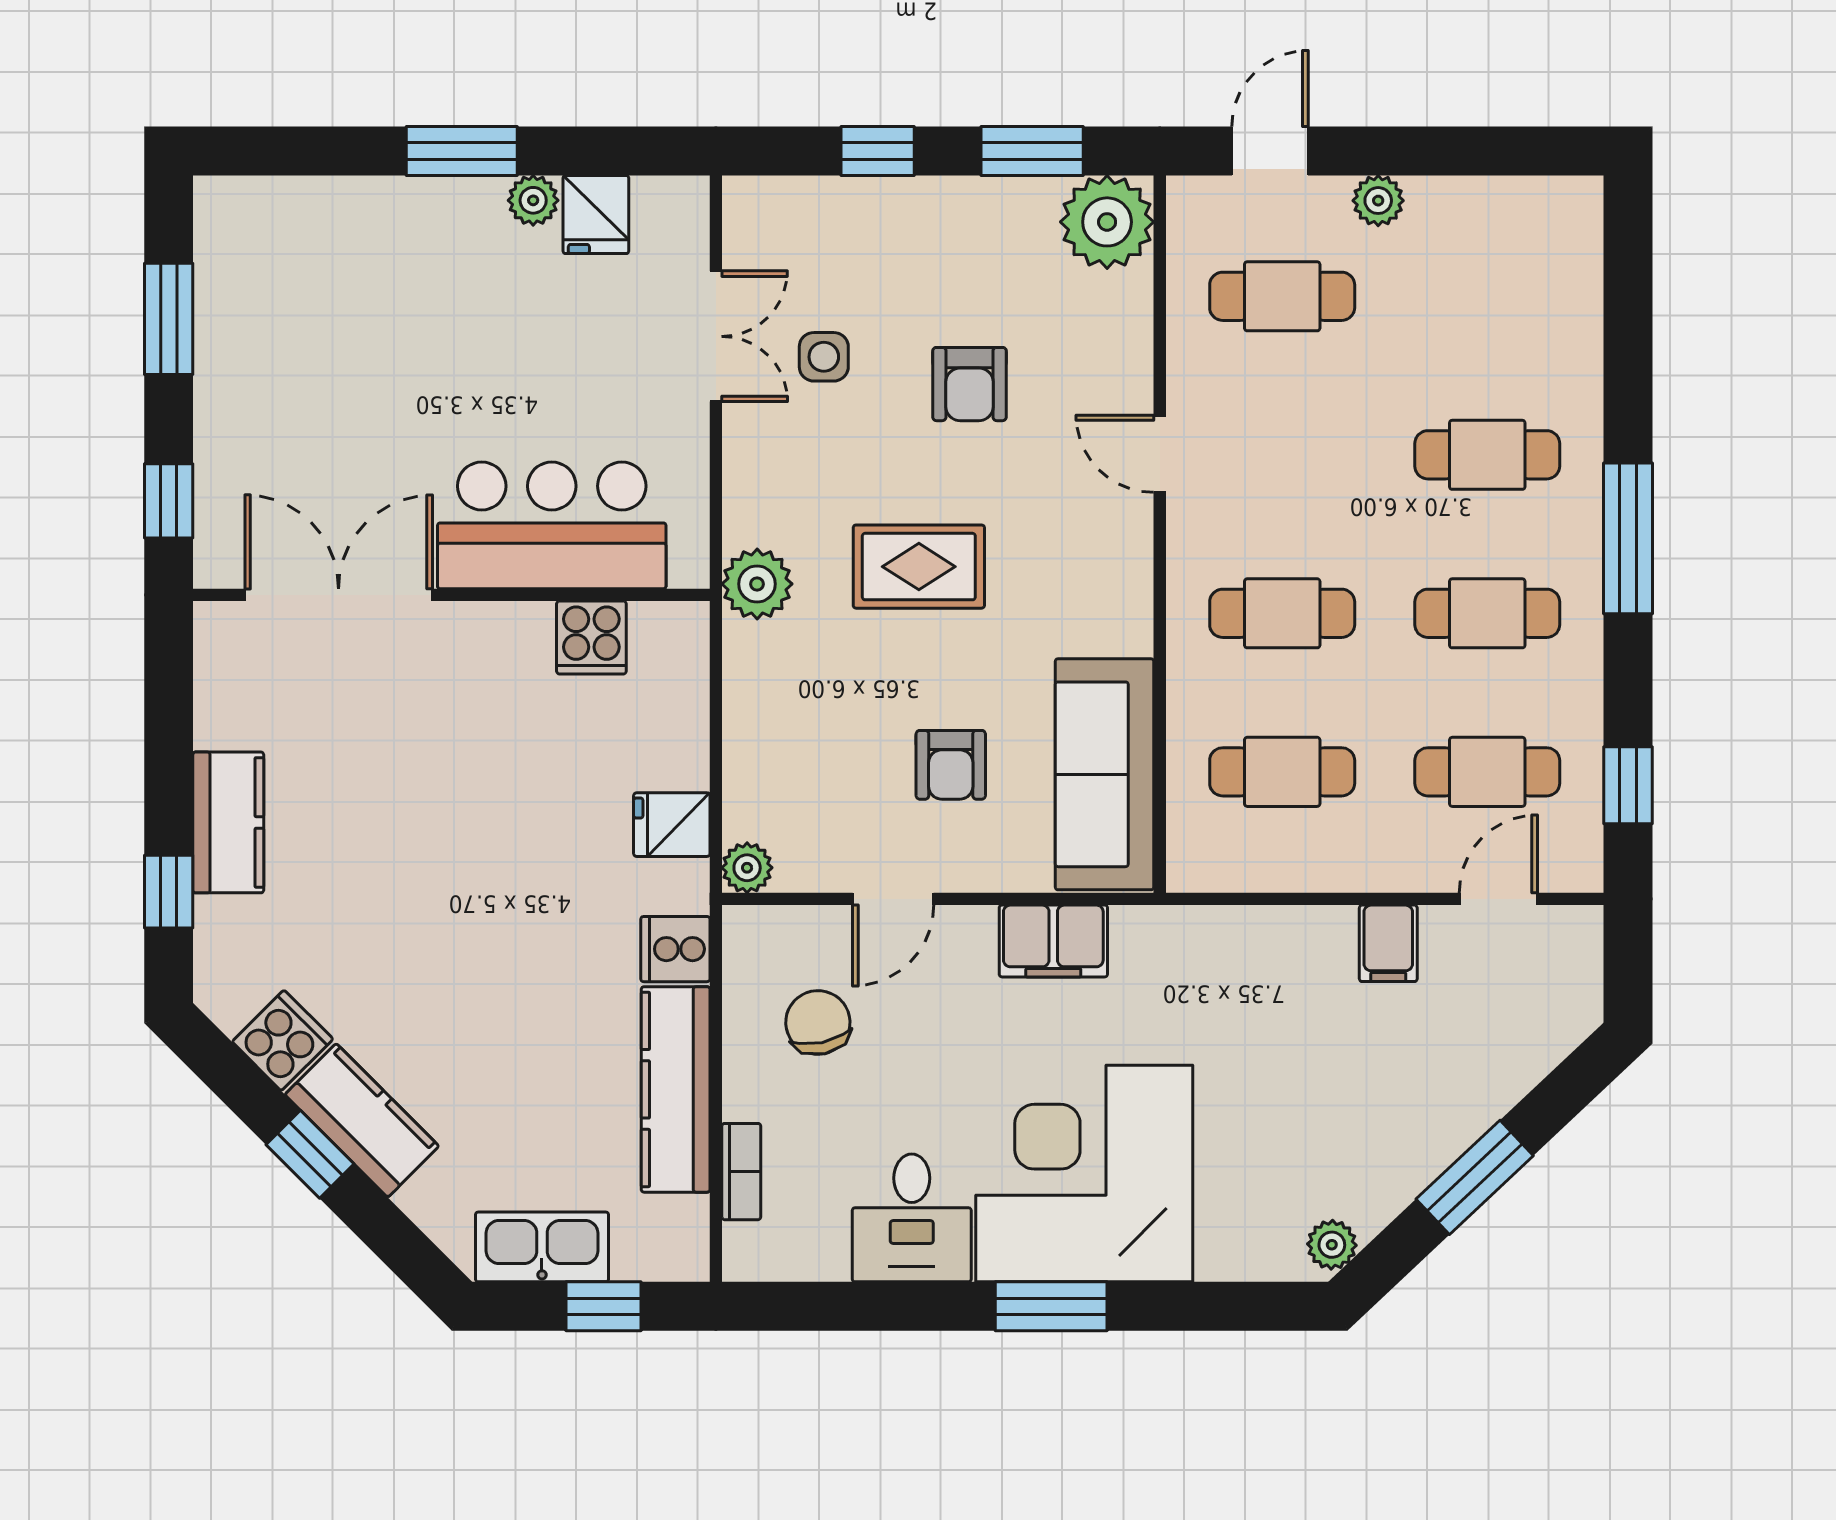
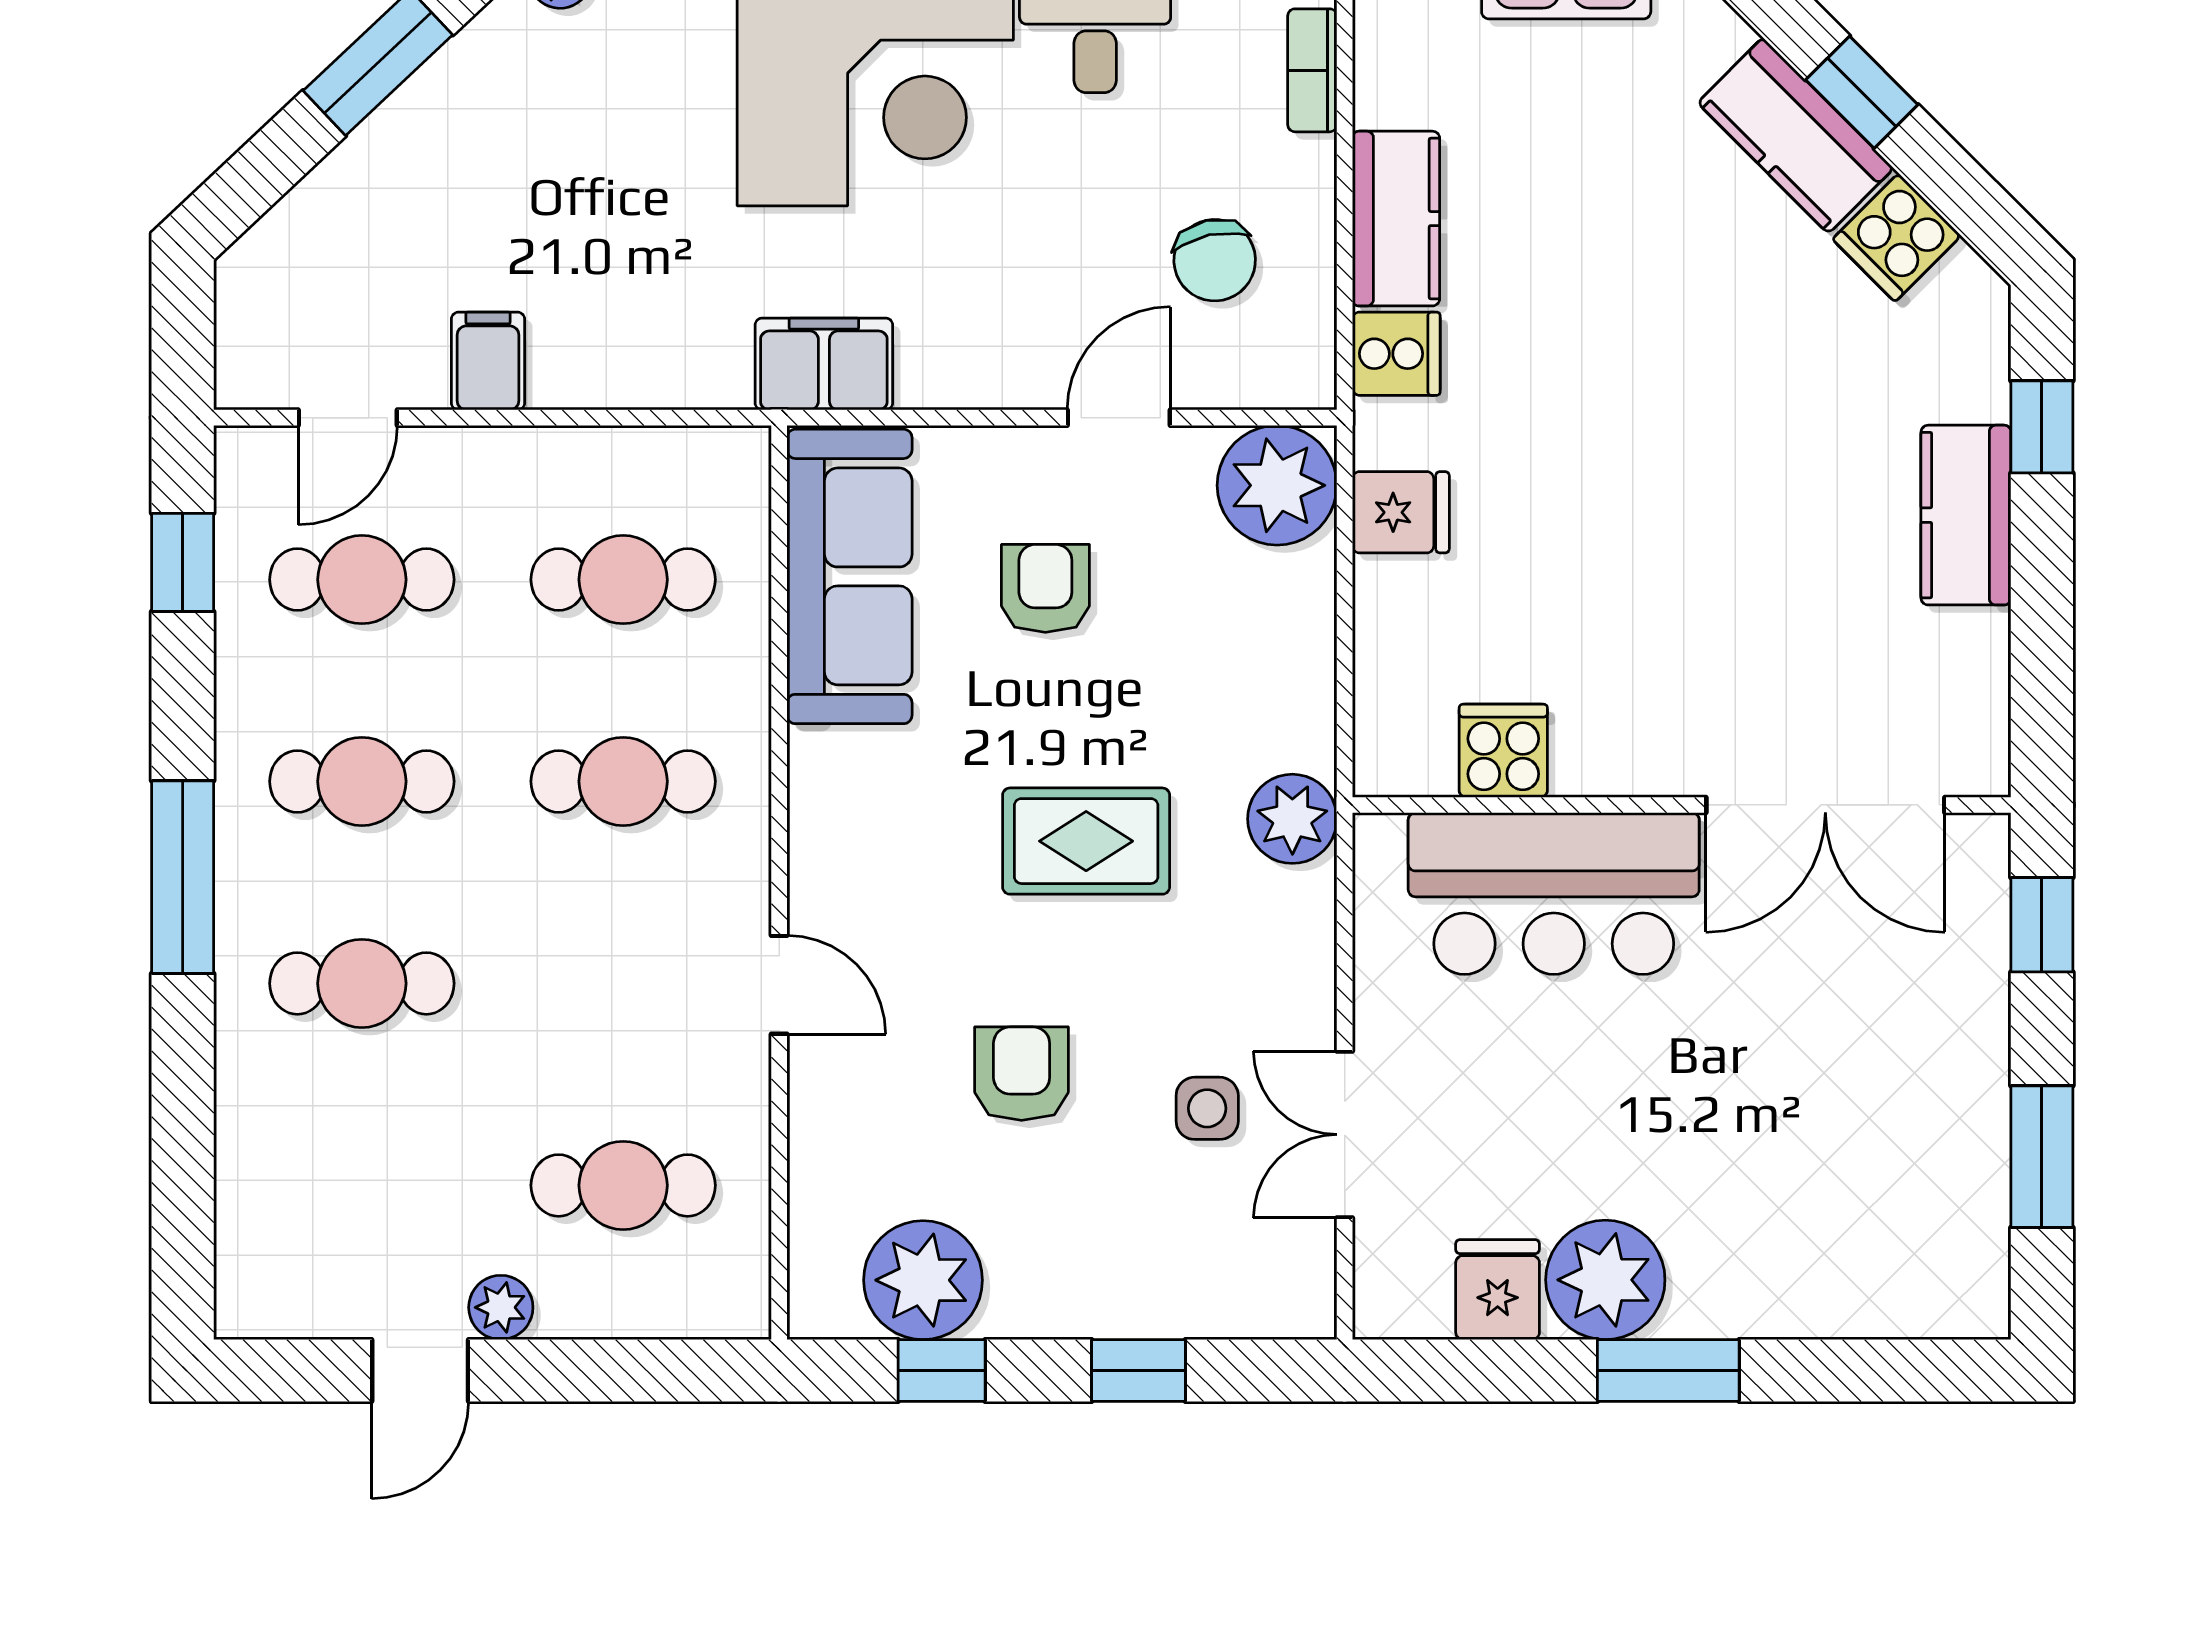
window: (1032, 151) -> (942, 1371), width x0.67
door: (1270, 151) -> (420, 1371), moved
plant: (533, 200) -> (1605, 1280), width x1.87, depth x1.87
plant: (1107, 222) -> (923, 1280), moved
plant: (747, 868) -> (1277, 485), width x1.87, depth x1.87
filing cabinet: (1053, 941) -> (824, 364), moved
kitchen counter: (676, 1089) -> (1396, 219), width x0.67

